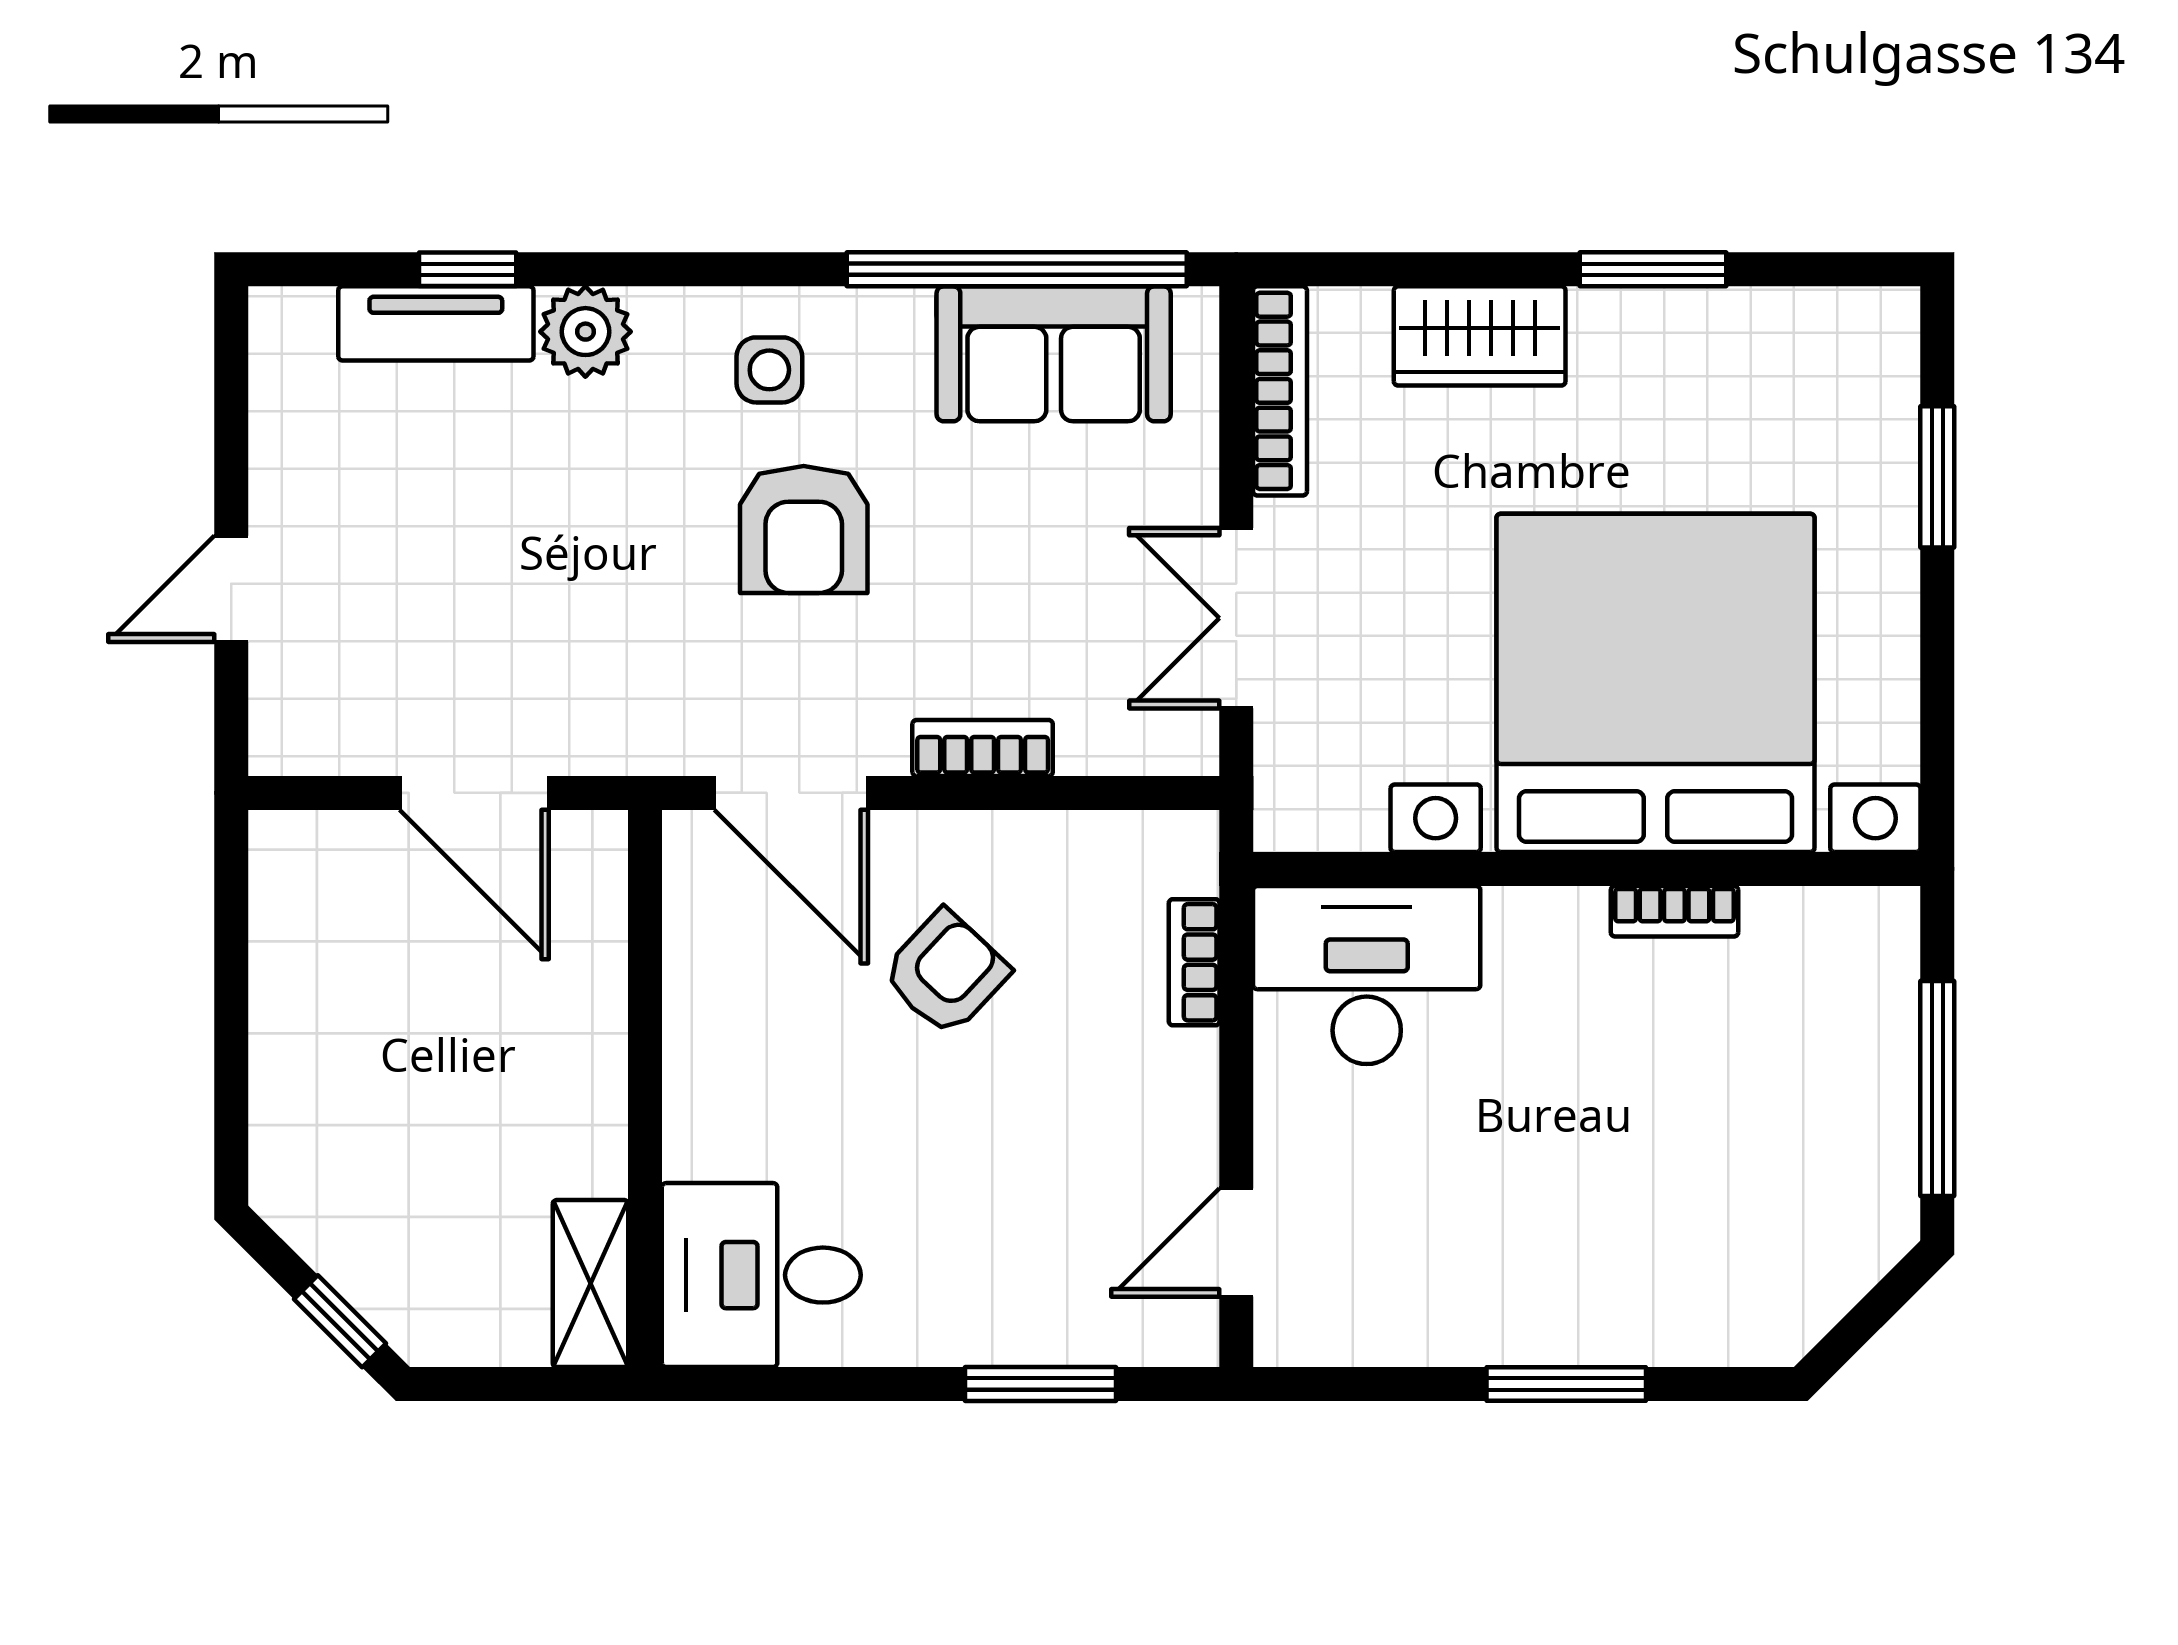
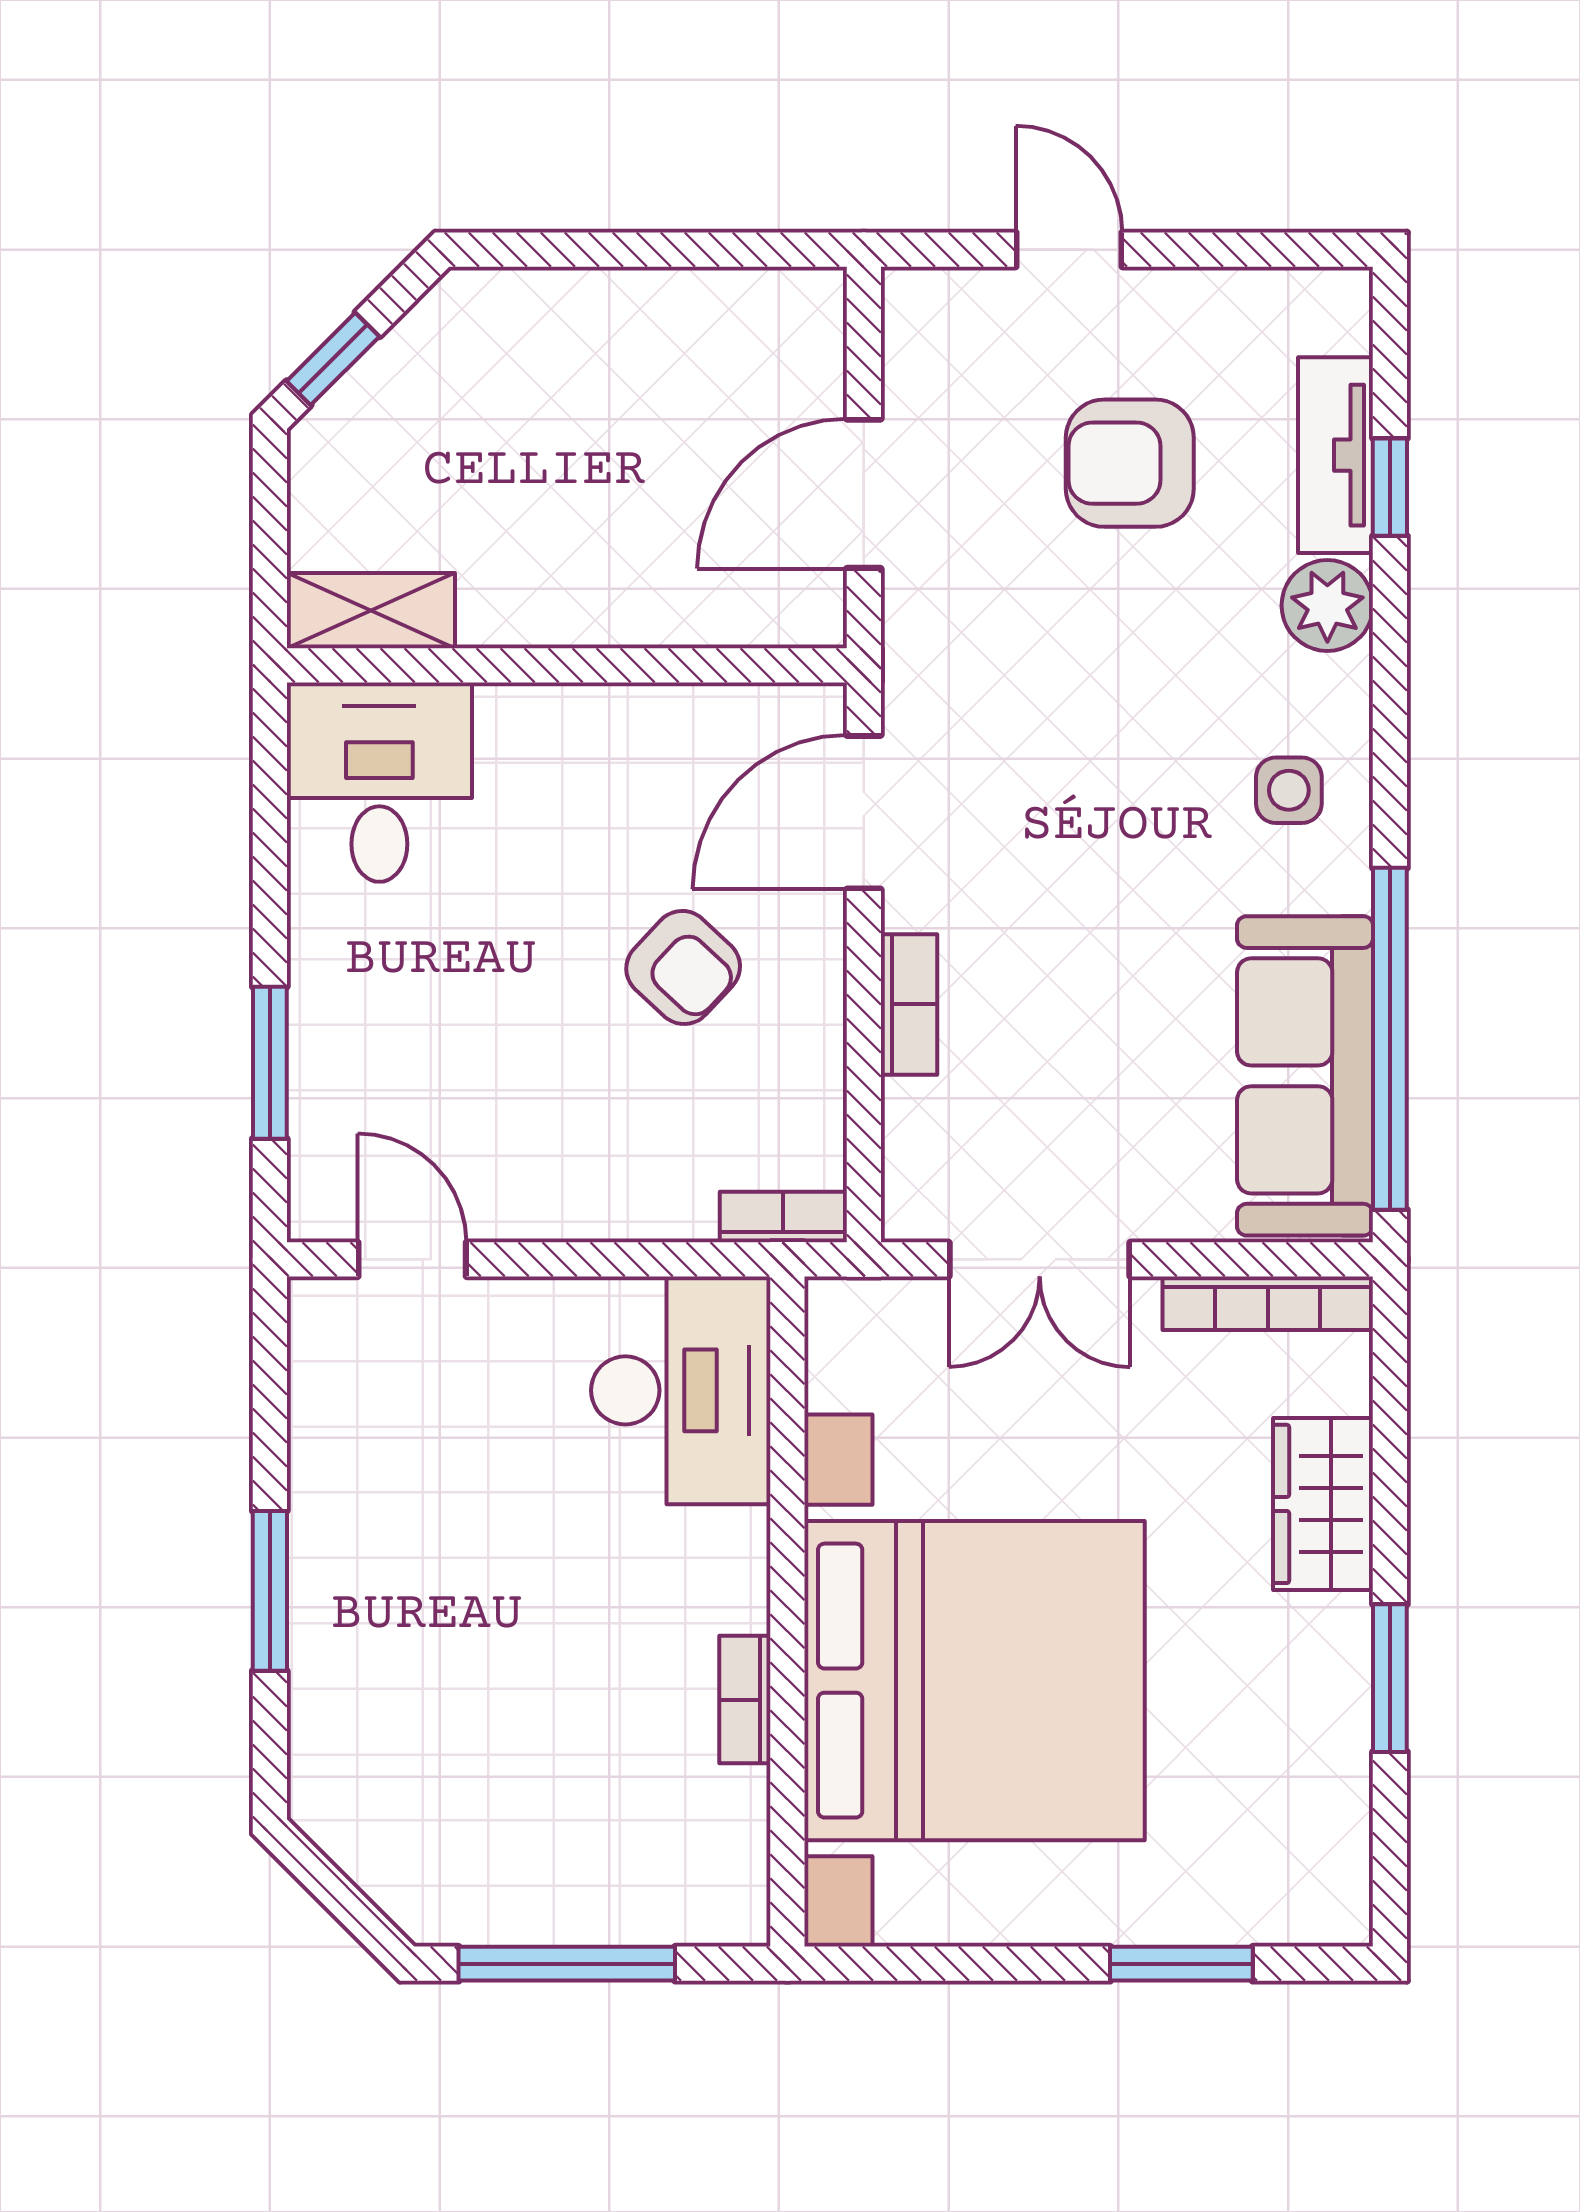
sofa: (1054, 354) -> (1305, 1076), width x1.36
armchair: (804, 530) -> (1130, 463), moved
double door: (1236, 618) -> (1040, 1259), swing flipped
bookcase: (1194, 962) -> (783, 1217), moved

